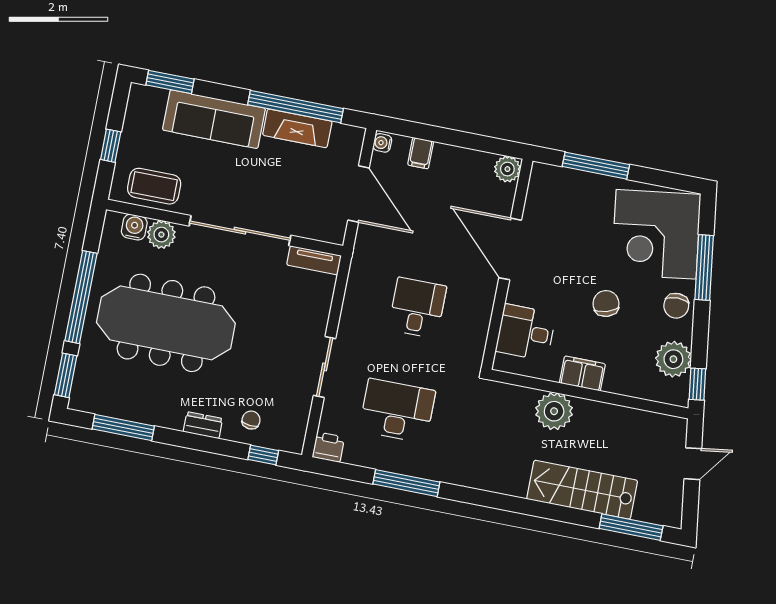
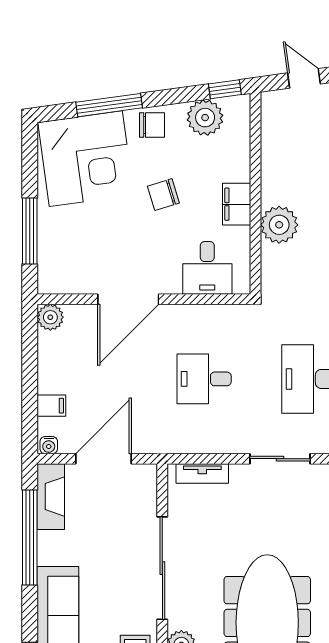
fireplace: (297, 128) -> (51, 497), moved
tv unit: (314, 260) -> (202, 474), moved, turned 90

